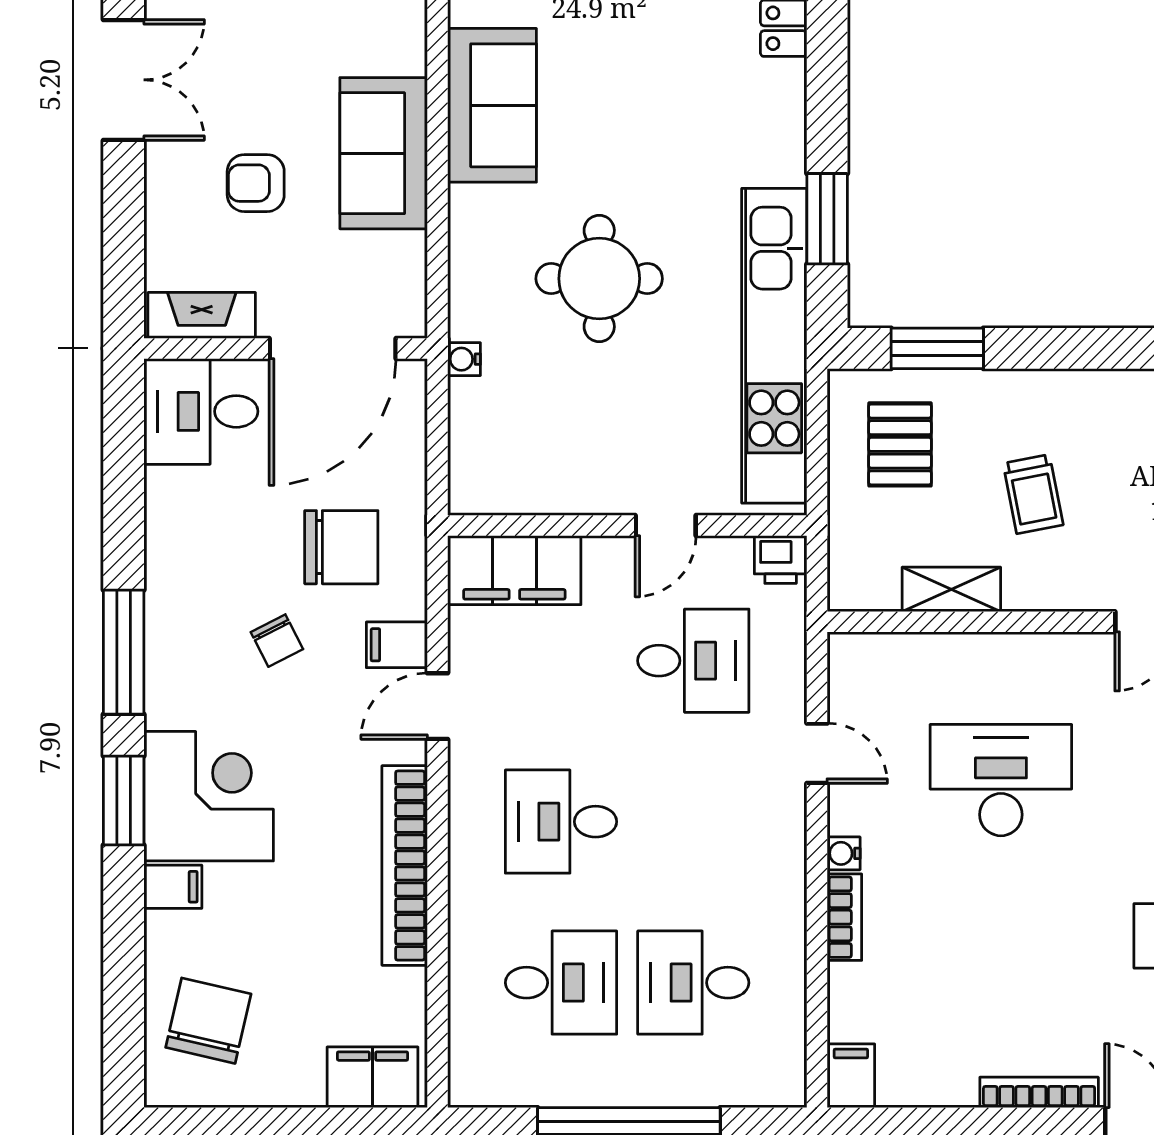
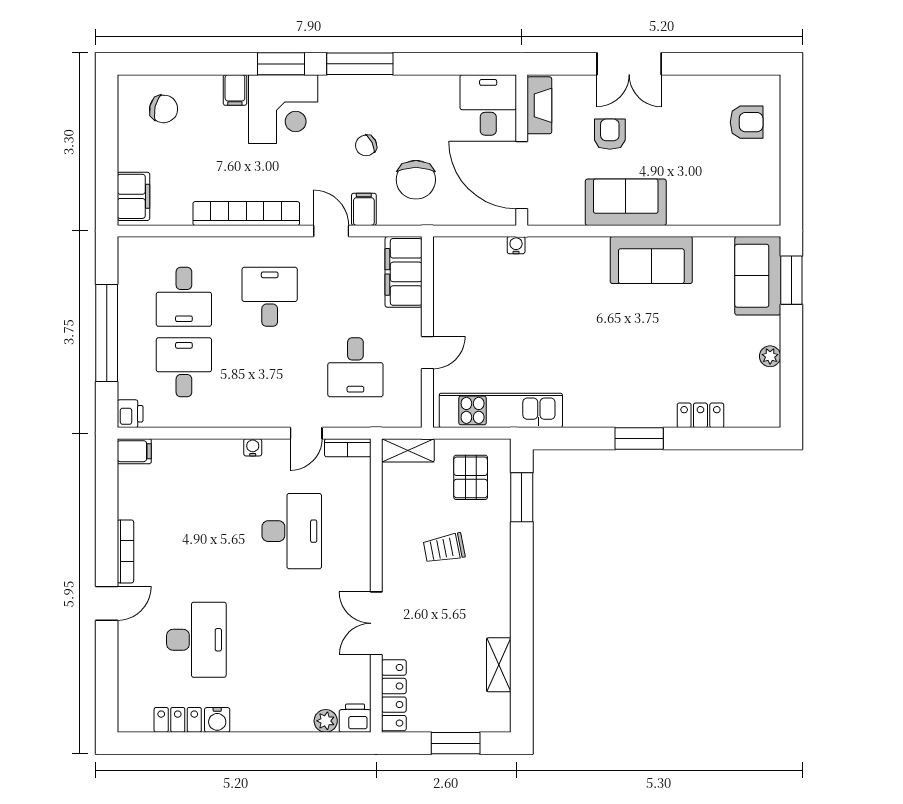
double door: (124, 80) -> (629, 64), moved
window: (827, 219) -> (639, 439), moved
round table: (599, 279) -> (559, 317), removed
kitchen unit: (774, 346) -> (501, 410), width x0.73
pallet: (900, 444) -> (471, 477), turned 90
door: (666, 526) -> (427, 353), swing flipped
printer: (781, 560) -> (130, 414), moved, turned 180
shelving: (951, 589) -> (408, 450), moved, turned 90
bookcase: (844, 917) -> (348, 448), moved
chair: (208, 1021) -> (164, 109), width x0.73, depth x0.73

